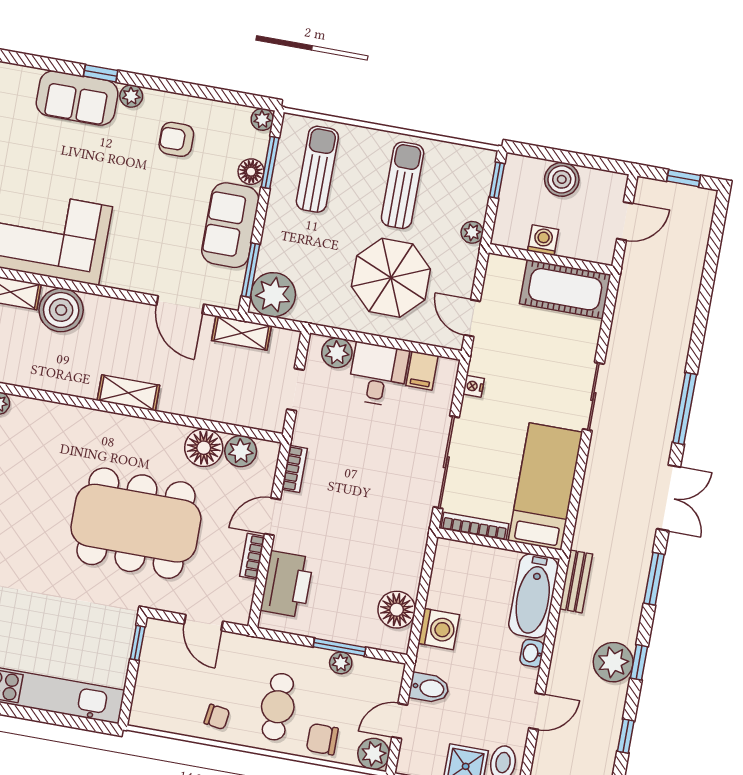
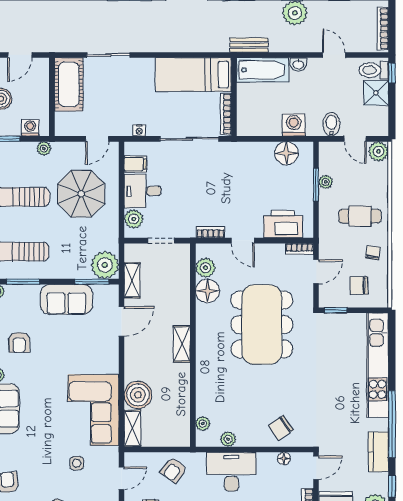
floor lamp: (251, 172) -> (31, 292), removed
door: (625, 221) -> (20, 55), swing flipped
washing machine: (543, 240) -> (30, 128), moved, turned 90
sliding door: (593, 397) -> (108, 55), moved
bookcase: (252, 556) -> (300, 249), moved
chair: (322, 739) -> (359, 286), moved, turned 90

